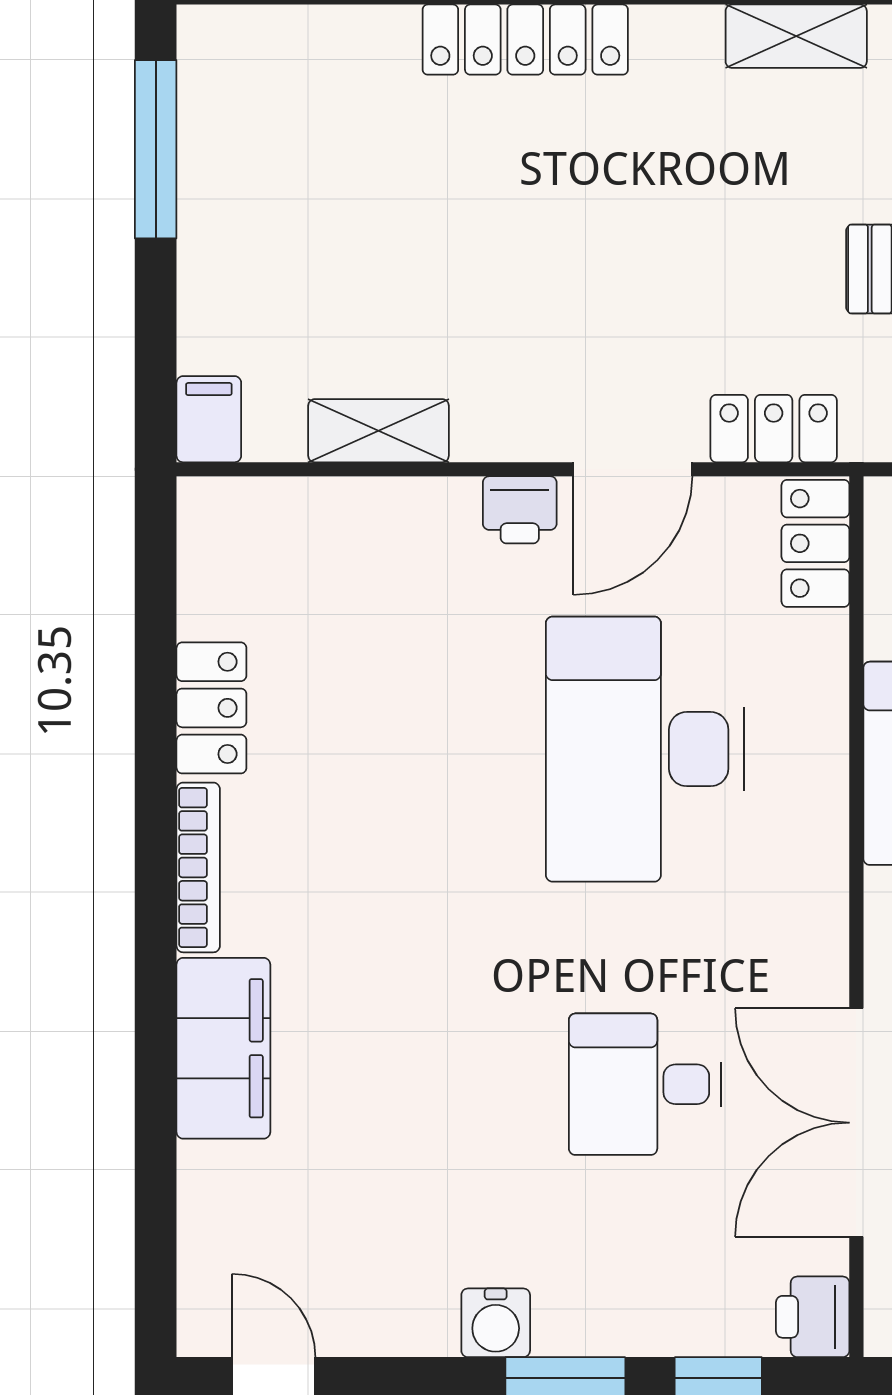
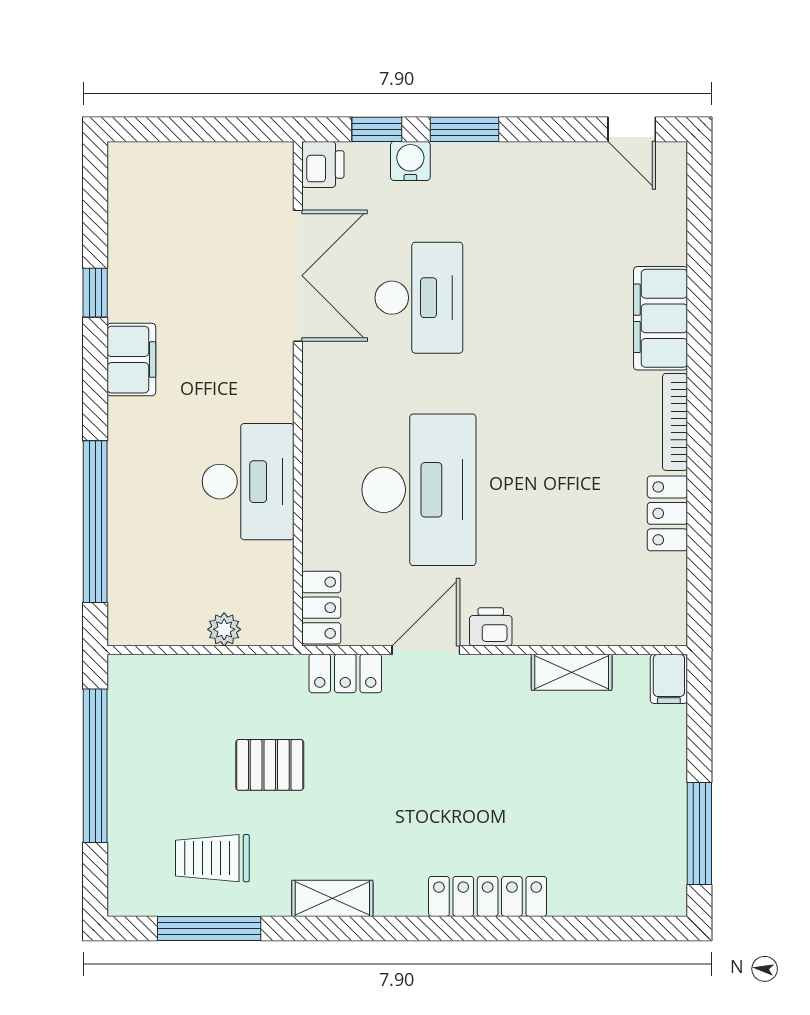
desk: (645, 1084) -> (419, 298), width x1.37
water cooler: (496, 1323) -> (410, 161), moved

